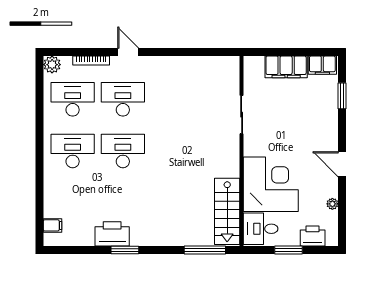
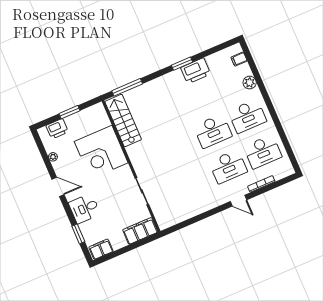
plant: (52, 65) -> (250, 83), moved
filing cabinet: (286, 67) -> (140, 231), moved
desk: (261, 229) -> (85, 208), moved, turned 180

